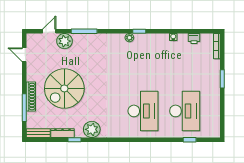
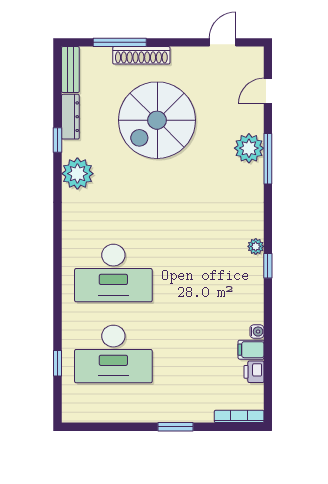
door: (49, 31) -> (268, 91), swing flipped
filing cabinet: (183, 40) -> (251, 350), added
plant: (64, 41) -> (249, 148), moved
spiral stairs: (64, 88) -> (157, 120), turned -90

